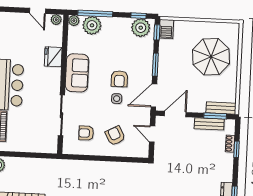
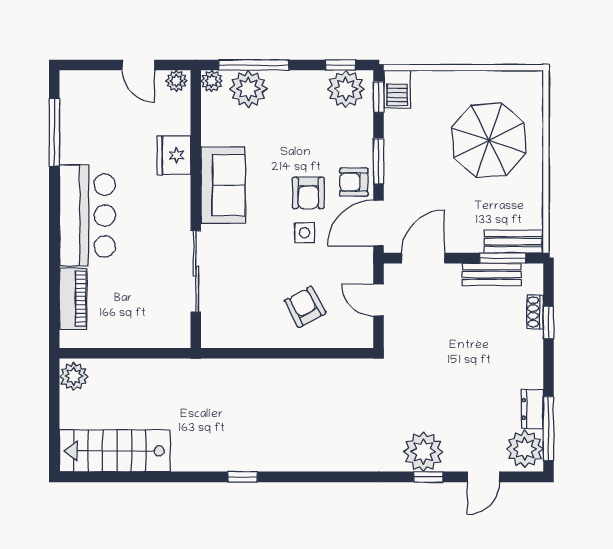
armchair: (86, 133) -> (354, 182), moved

